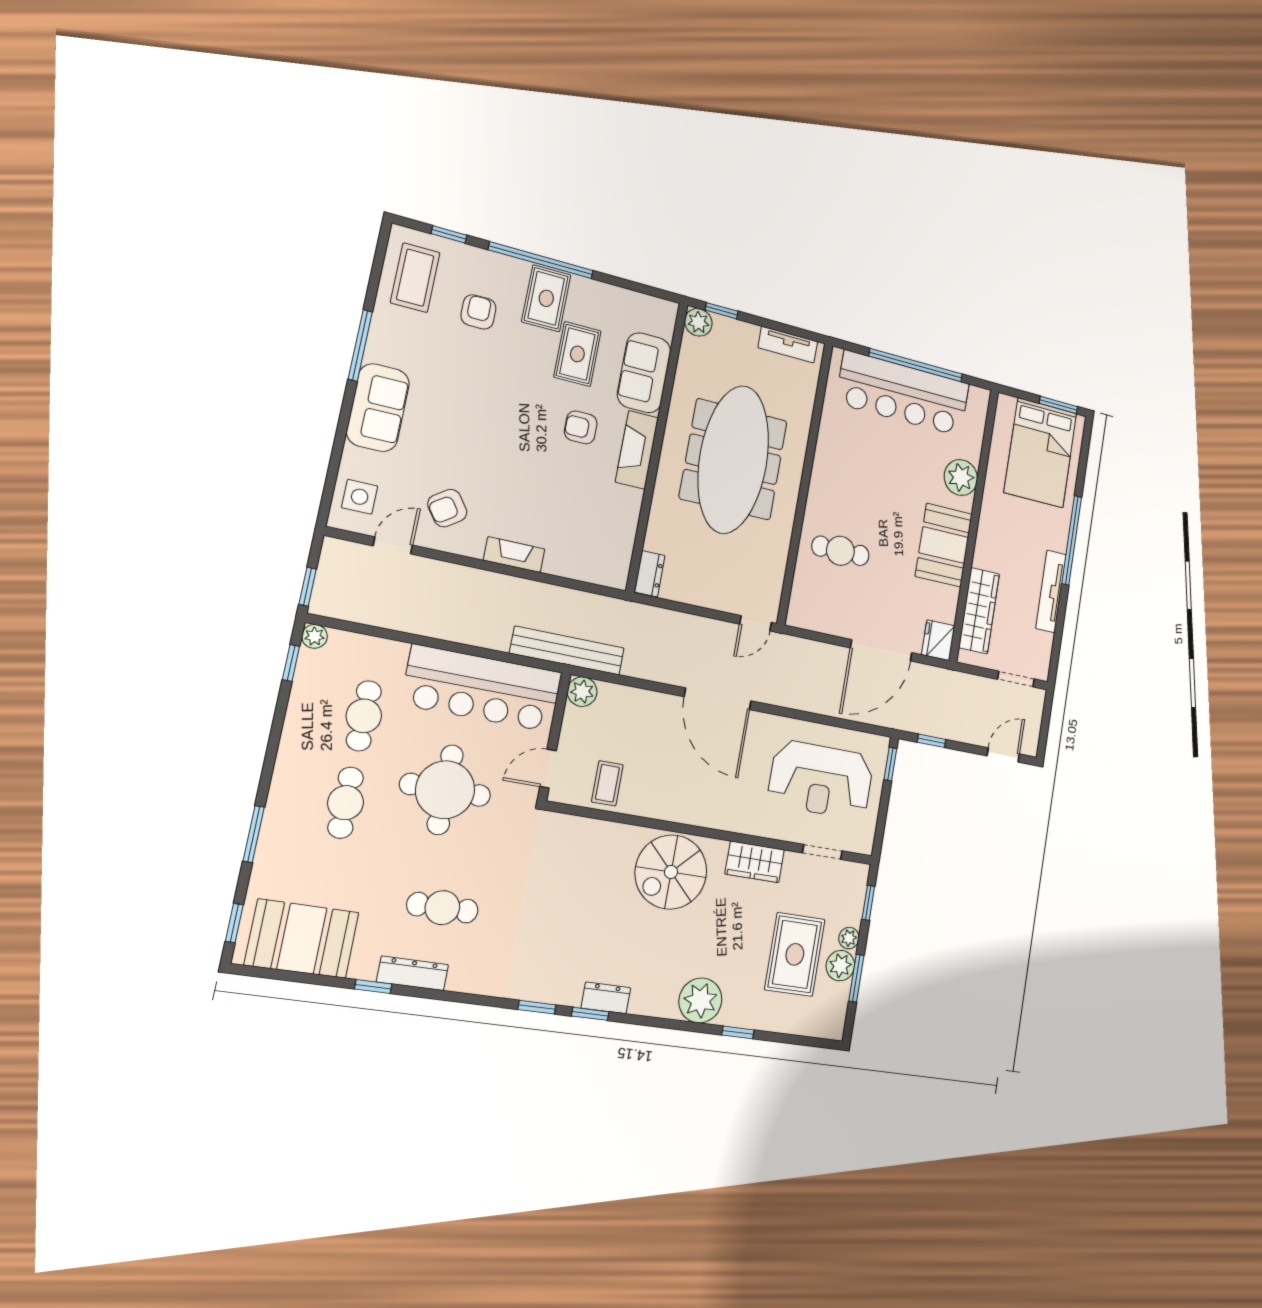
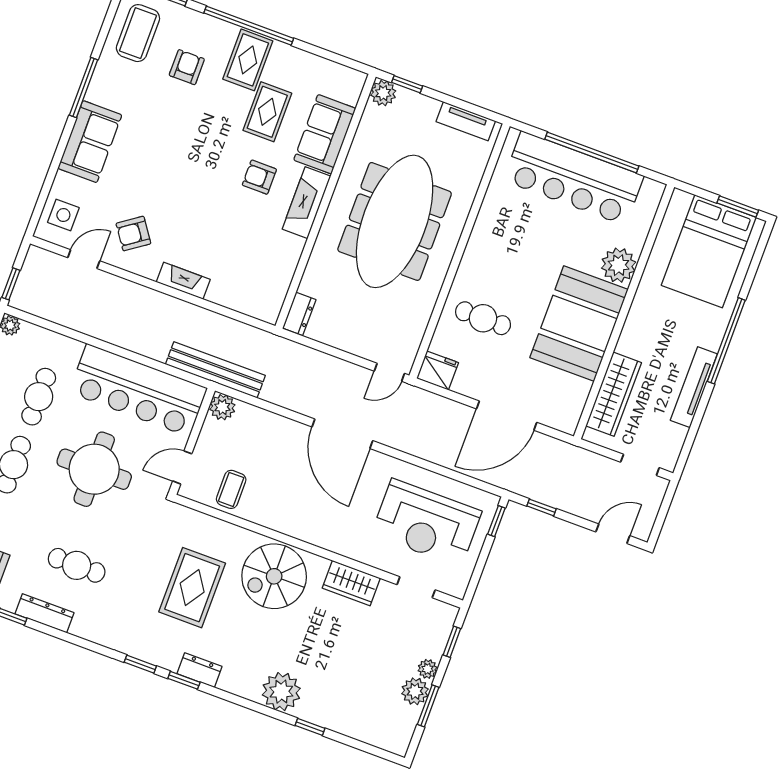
booth: (944, 545) -> (579, 324), width x1.36, depth x1.42
fridge: (938, 640) -> (438, 370), moved, turned 90
rug: (795, 954) -> (192, 588), moved

